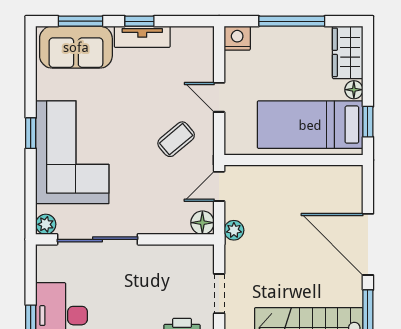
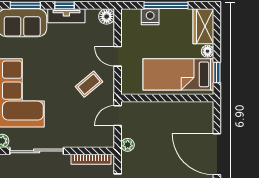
nightstand: (237, 38) -> (150, 17), moved
floor lamp: (202, 223) -> (107, 17), moved
bookcase: (179, 252) -> (91, 159), added

